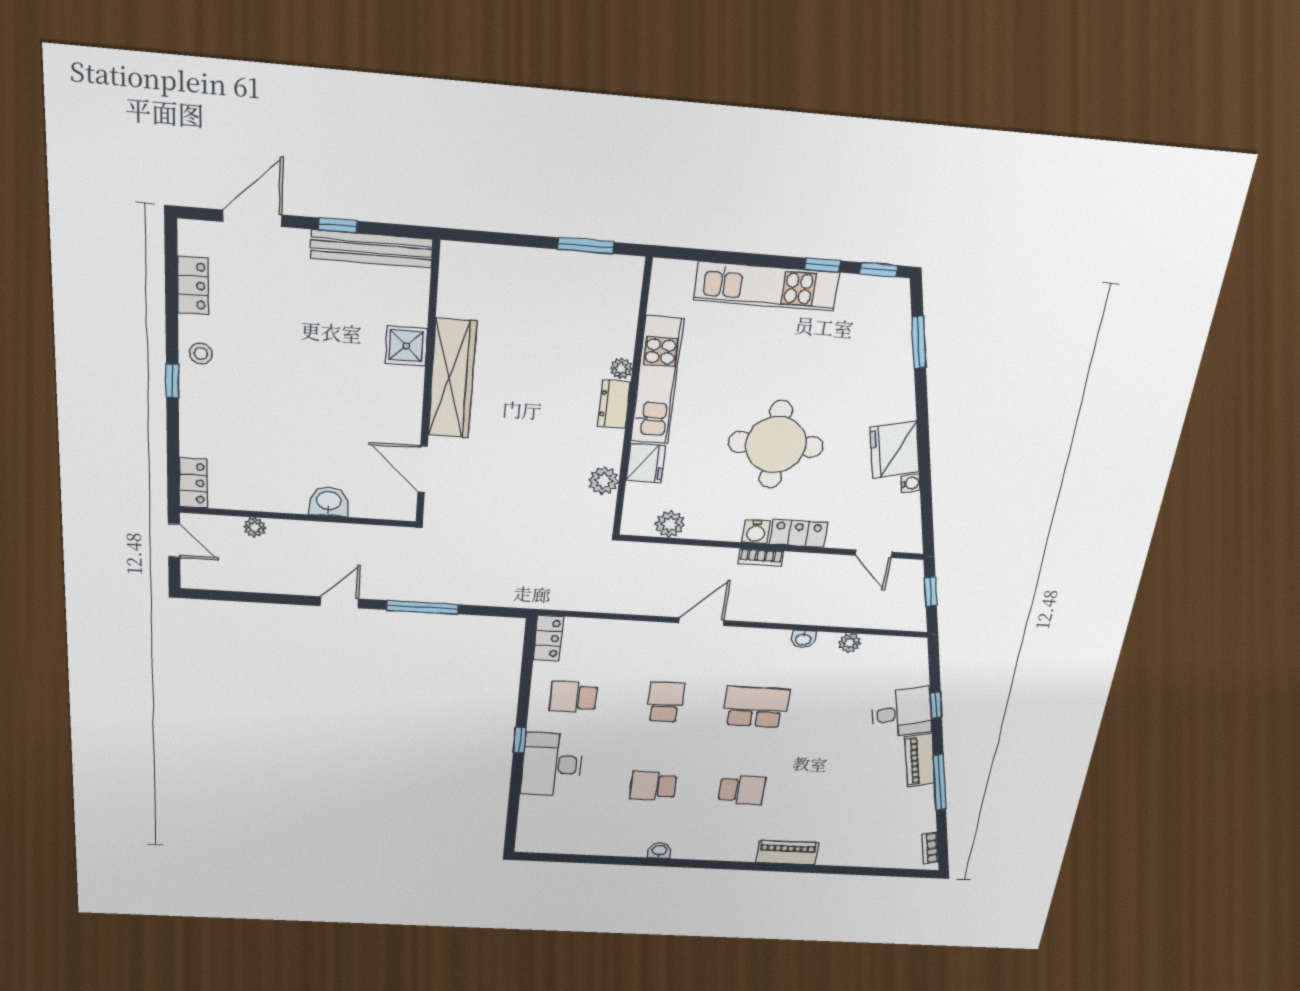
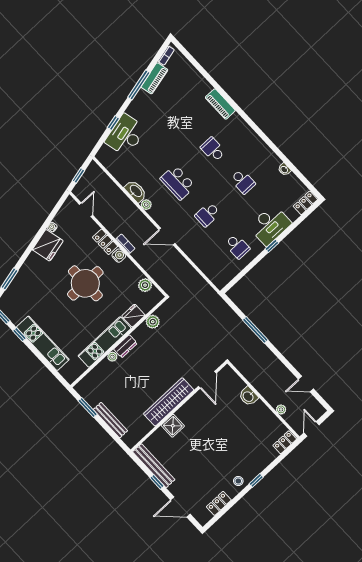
bench: (525, 260) -> (110, 420), added
door: (339, 602) -> (306, 384), moved
locker: (548, 638) -> (305, 203), moved
washbasin: (803, 639) -> (136, 191), width x1.91, depth x1.45
plant: (850, 643) -> (146, 205), moved
desk: (902, 713) -> (126, 135), width x1.37
piano: (920, 760) -> (154, 78), moved
washbasin: (659, 851) -> (284, 169), moved

